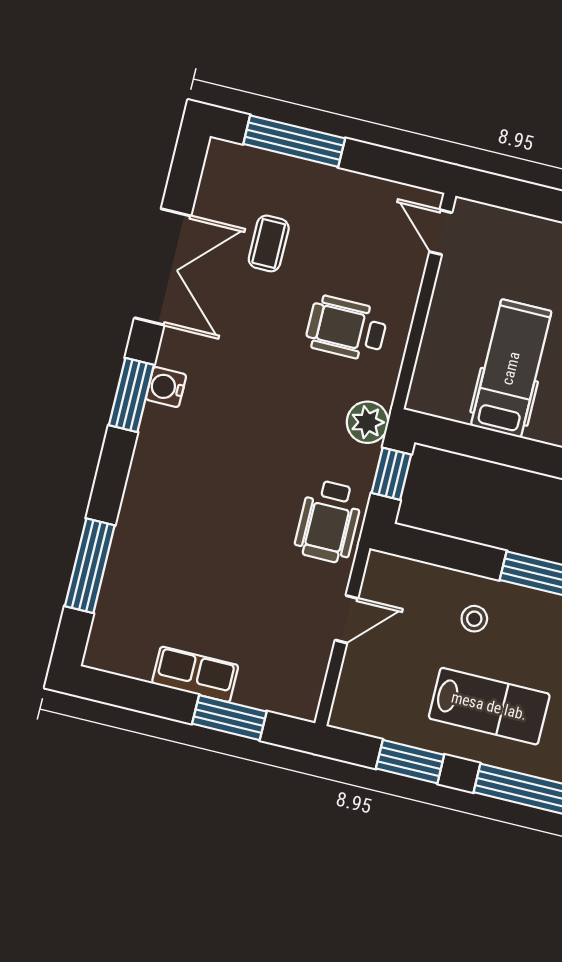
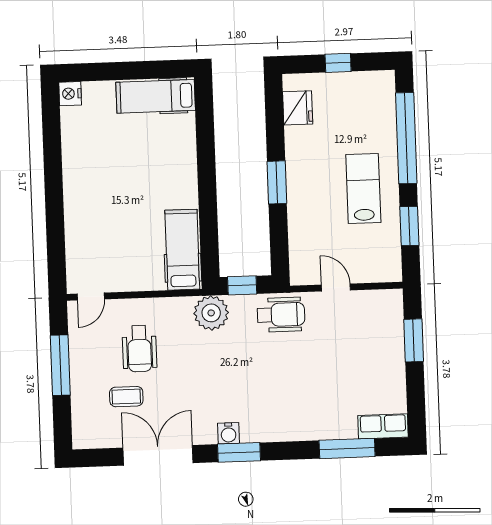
window: (294, 141) -> (60, 365), moved
wheelchair: (346, 328) -> (139, 349), moved
hospital bed: (511, 368) -> (182, 250), moved, turned 90
plant: (367, 422) -> (211, 313), width x1.36, depth x1.36
stool: (474, 619) -> (314, 212), removed
row of seats: (195, 674) -> (383, 426), moved, turned 90

